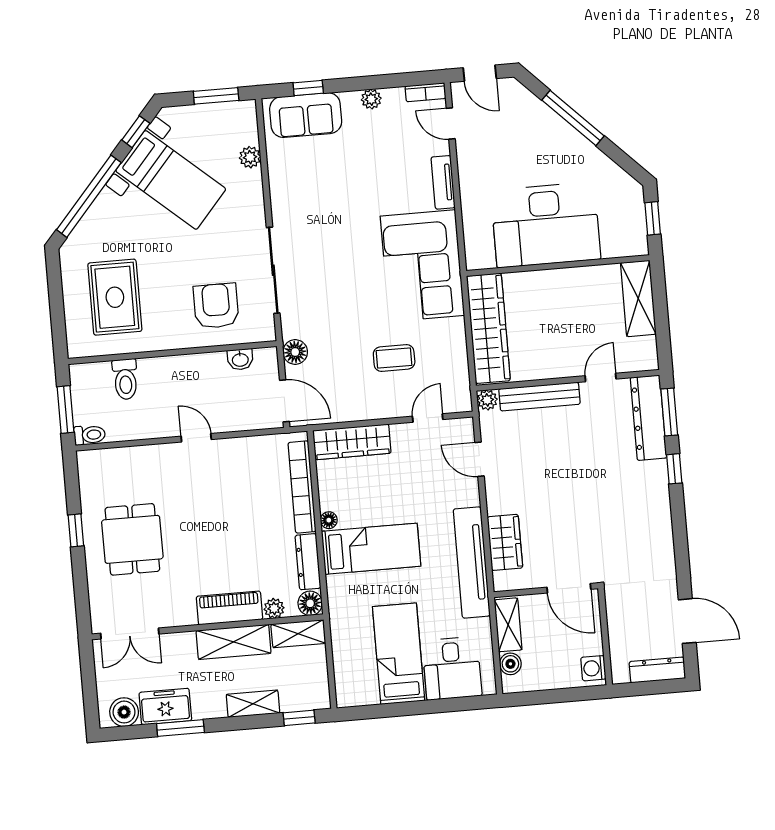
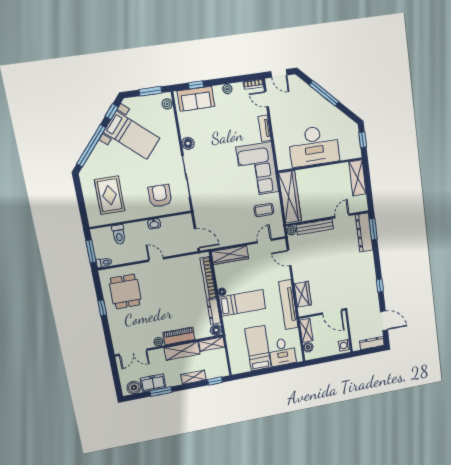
plant: (250, 157) -> (167, 104), moved
floor lamp: (295, 352) -> (188, 143), moved
coffee table: (394, 358) -> (264, 210), moved
washbasin: (240, 359) -> (154, 224), moved
window: (674, 469) -> (380, 286), moved
dining table: (132, 539) -> (125, 292), moved
plant: (274, 608) -> (159, 342), moved

